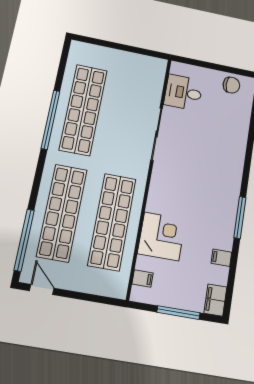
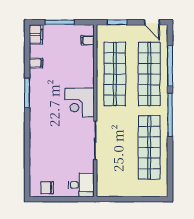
desk: (183, 92) -> (81, 185), moved
window: (50, 120) -> (170, 115), moved
corner desk: (162, 236) -> (80, 102), moved
window: (24, 240) -> (170, 66), moved
window: (94, 298) -> (117, 22), added

